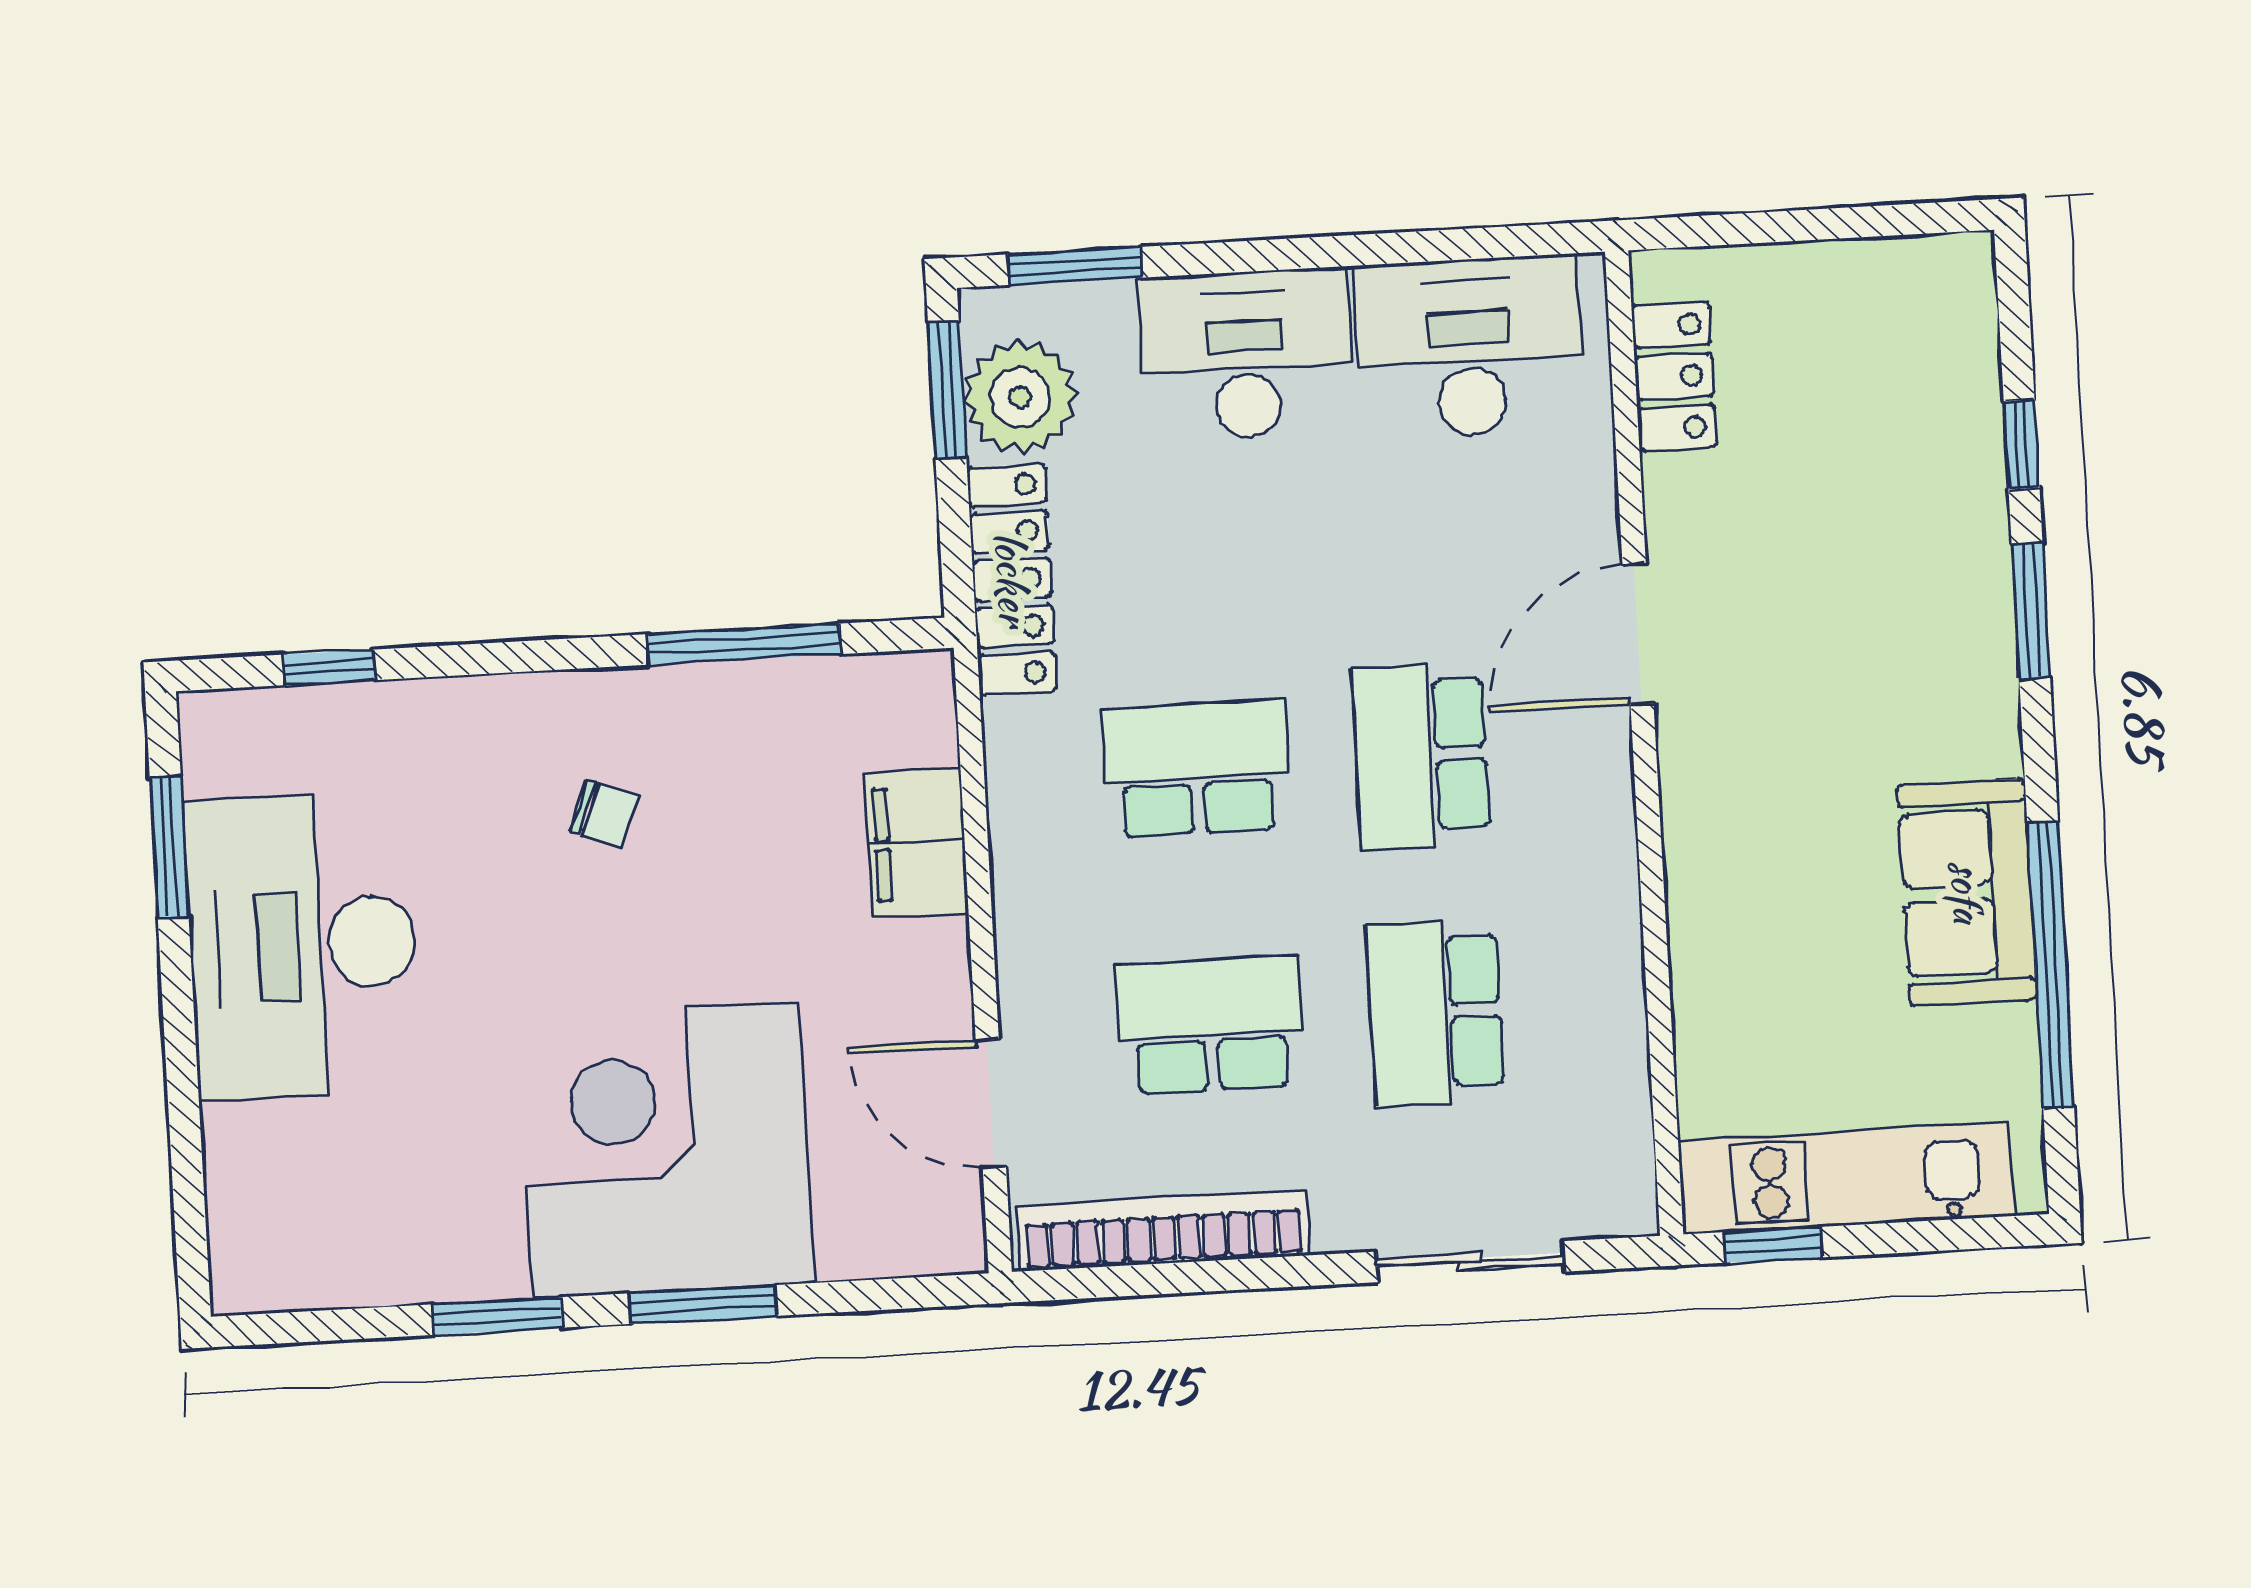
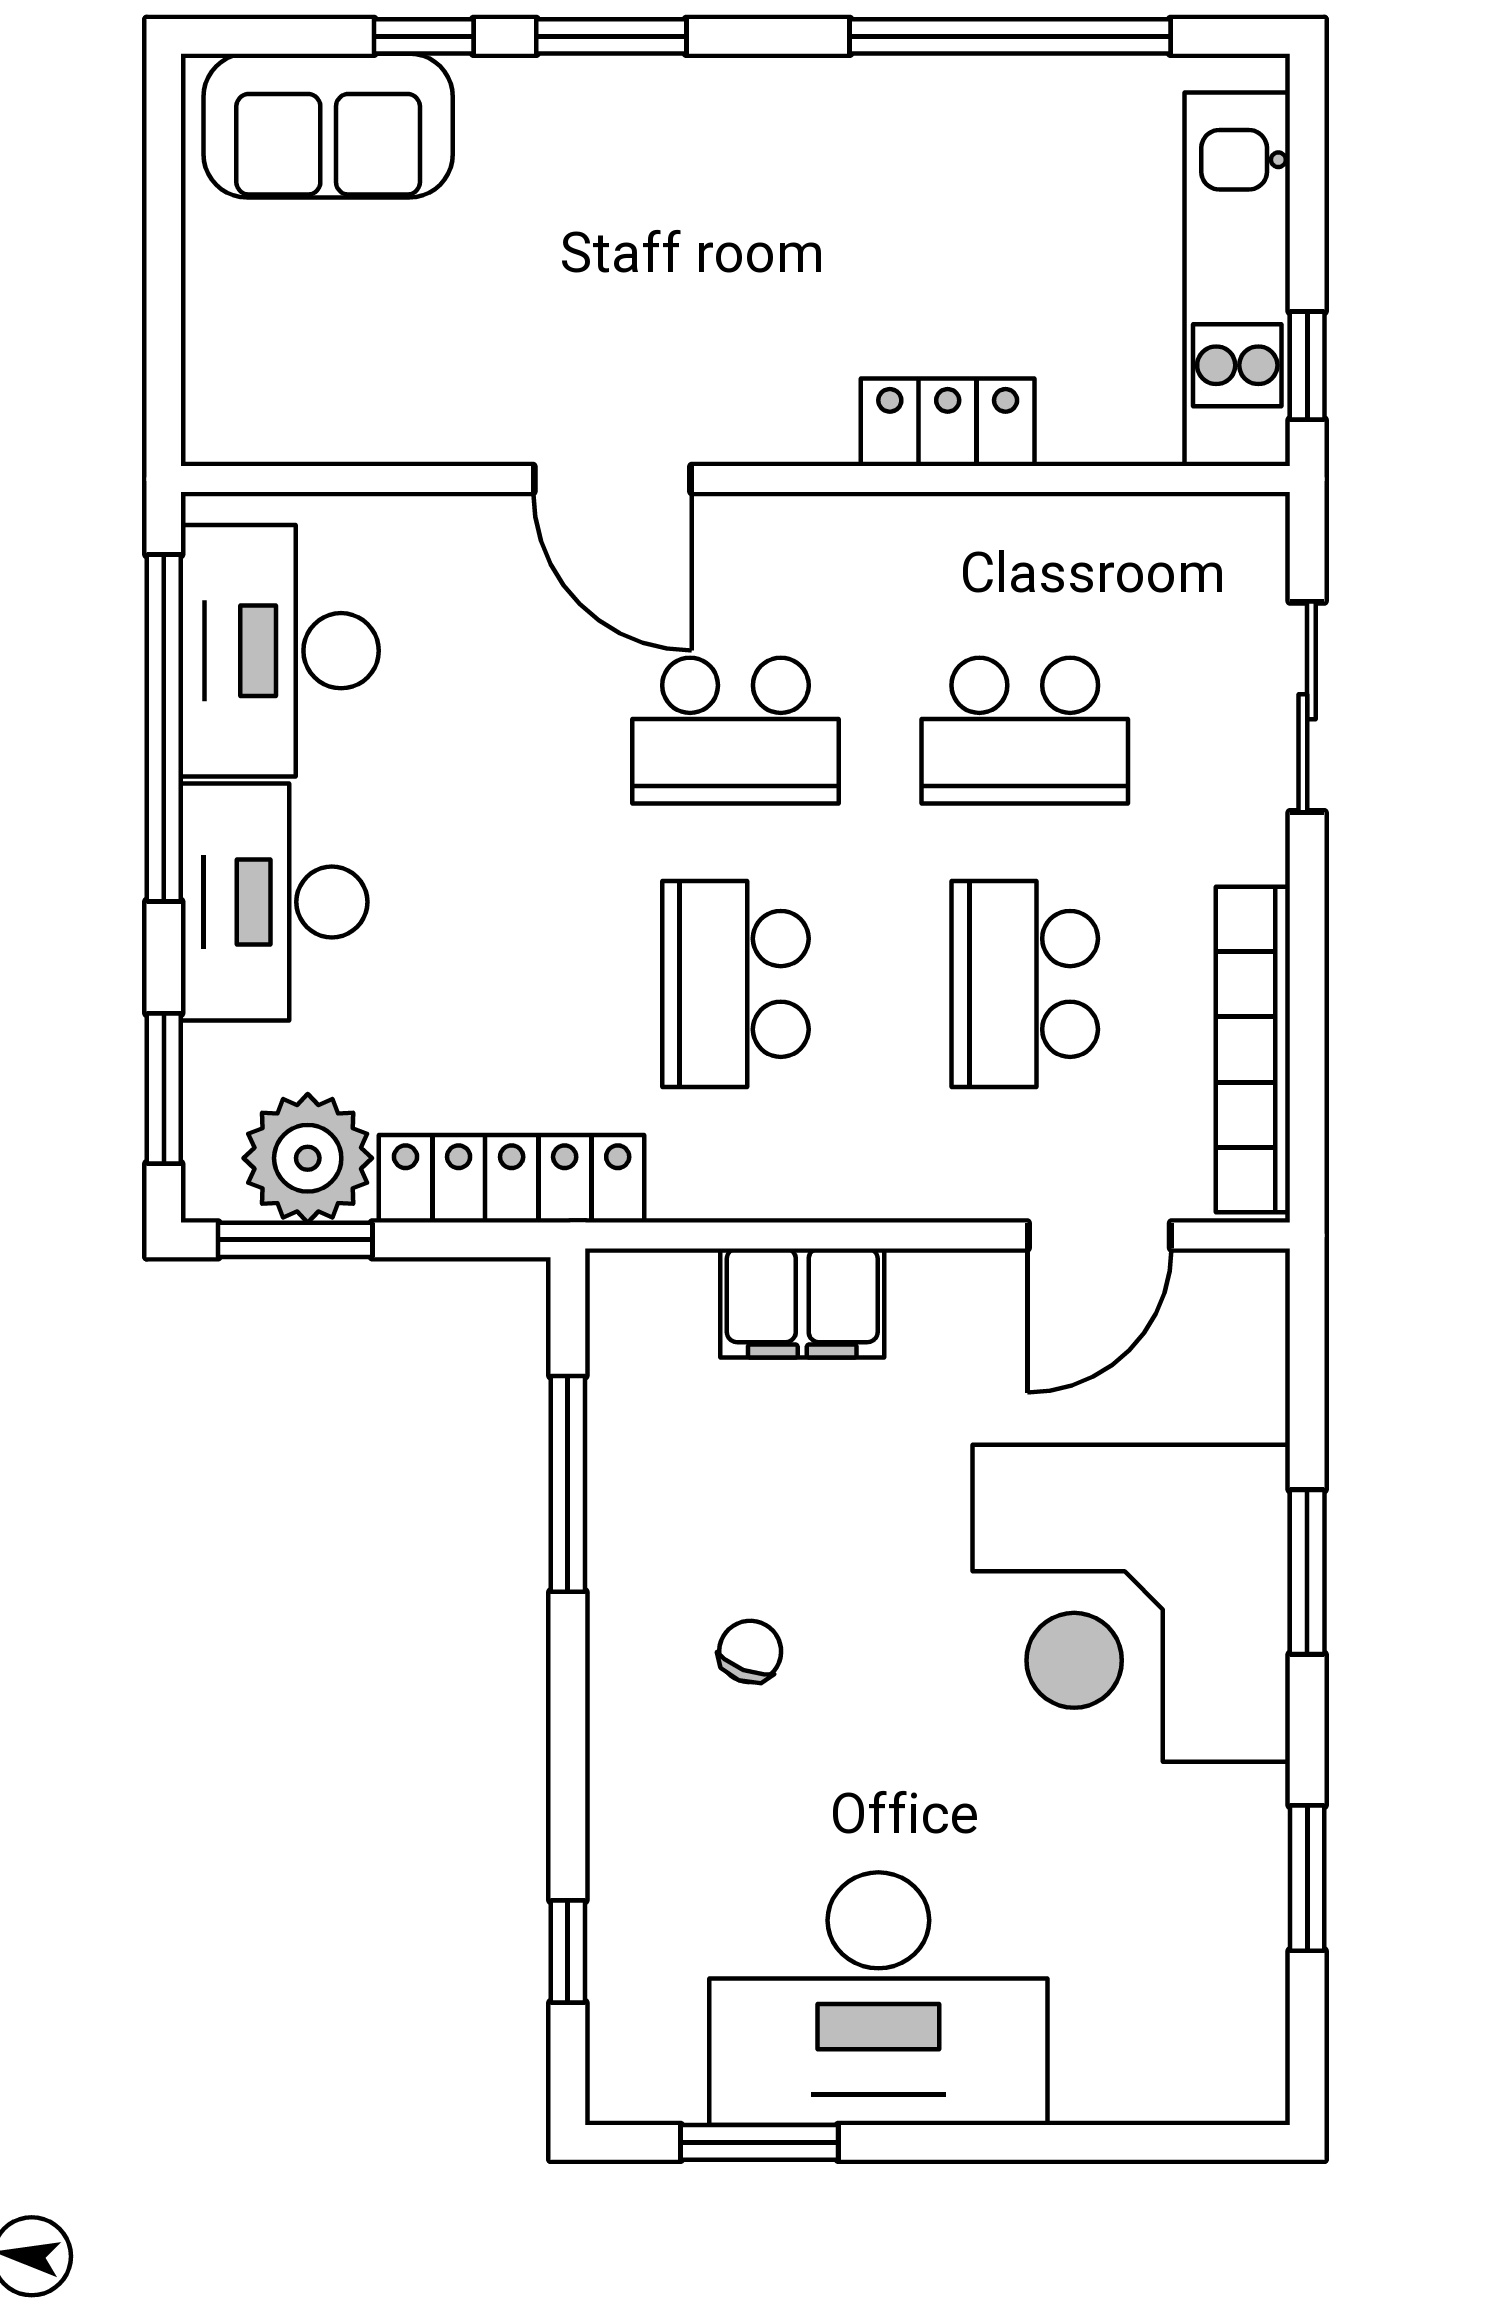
window: (1395, 248) -> (164, 728), added
locker: (1674, 377) -> (948, 422), moved
sofa: (1967, 892) -> (328, 126), moved
window: (497, 1316) -> (1307, 1878), moved

